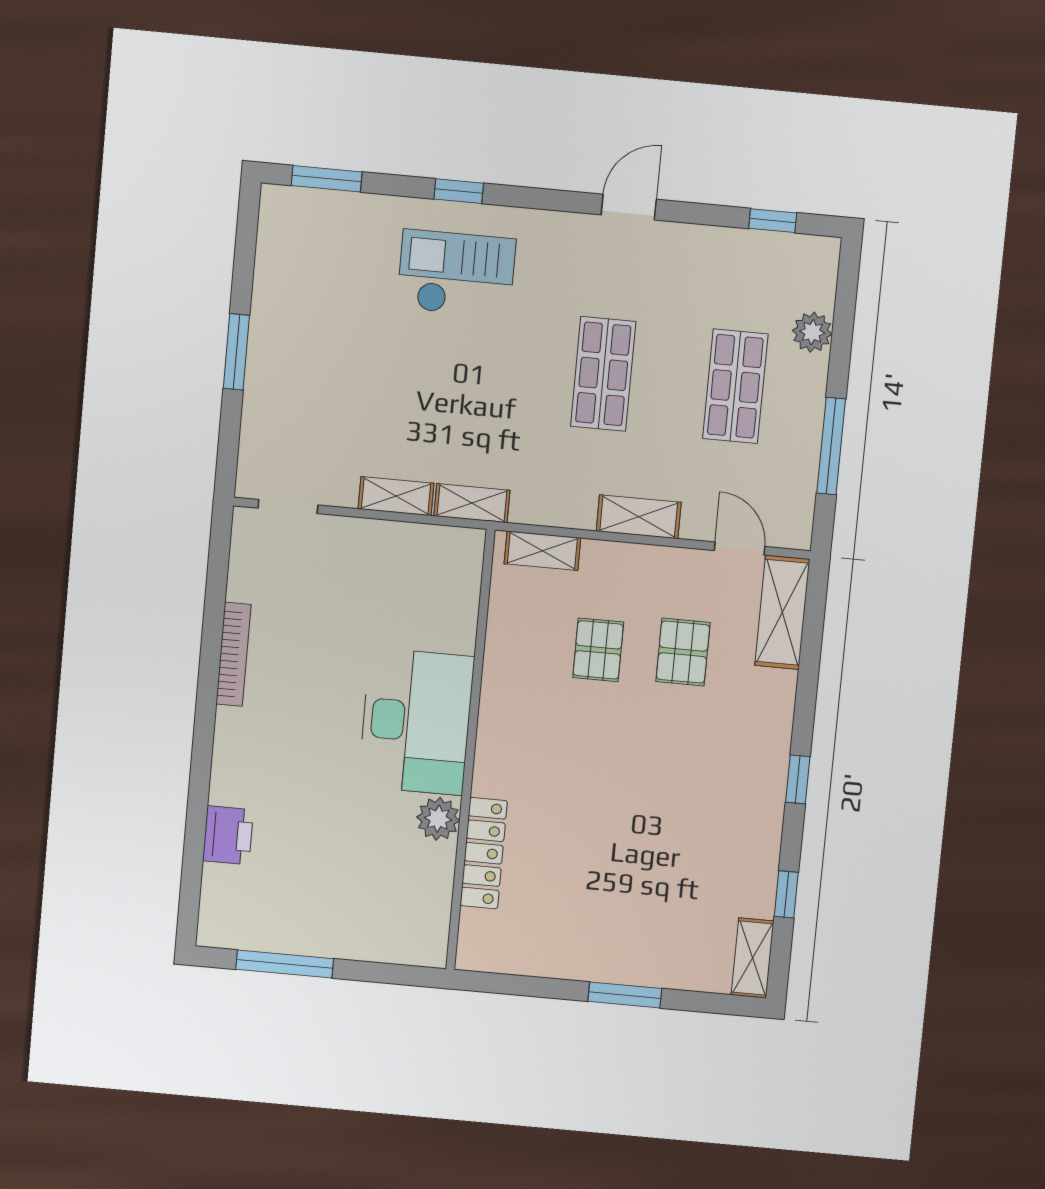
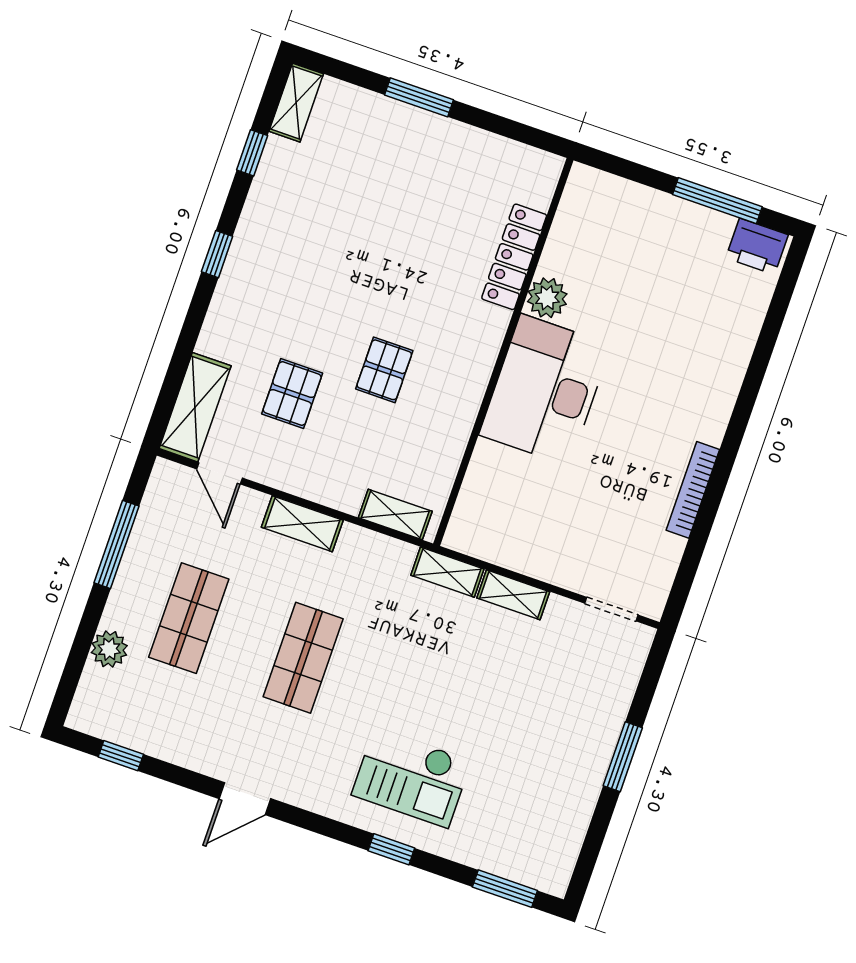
pallet: (598, 650) -> (384, 370), moved
printer: (228, 835) -> (757, 246), moved, turned -90

